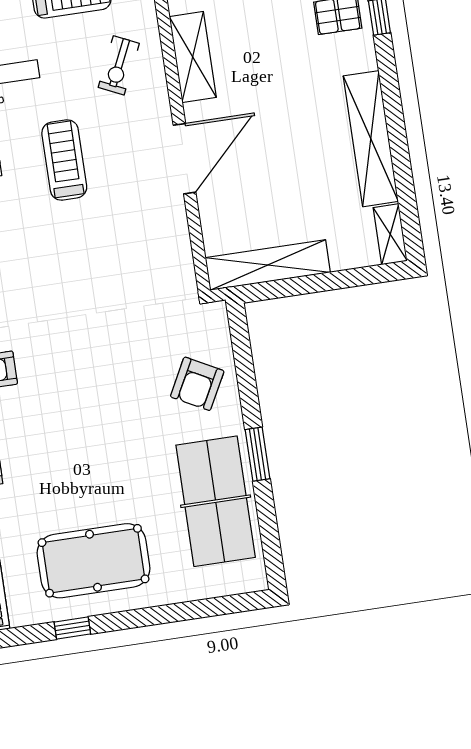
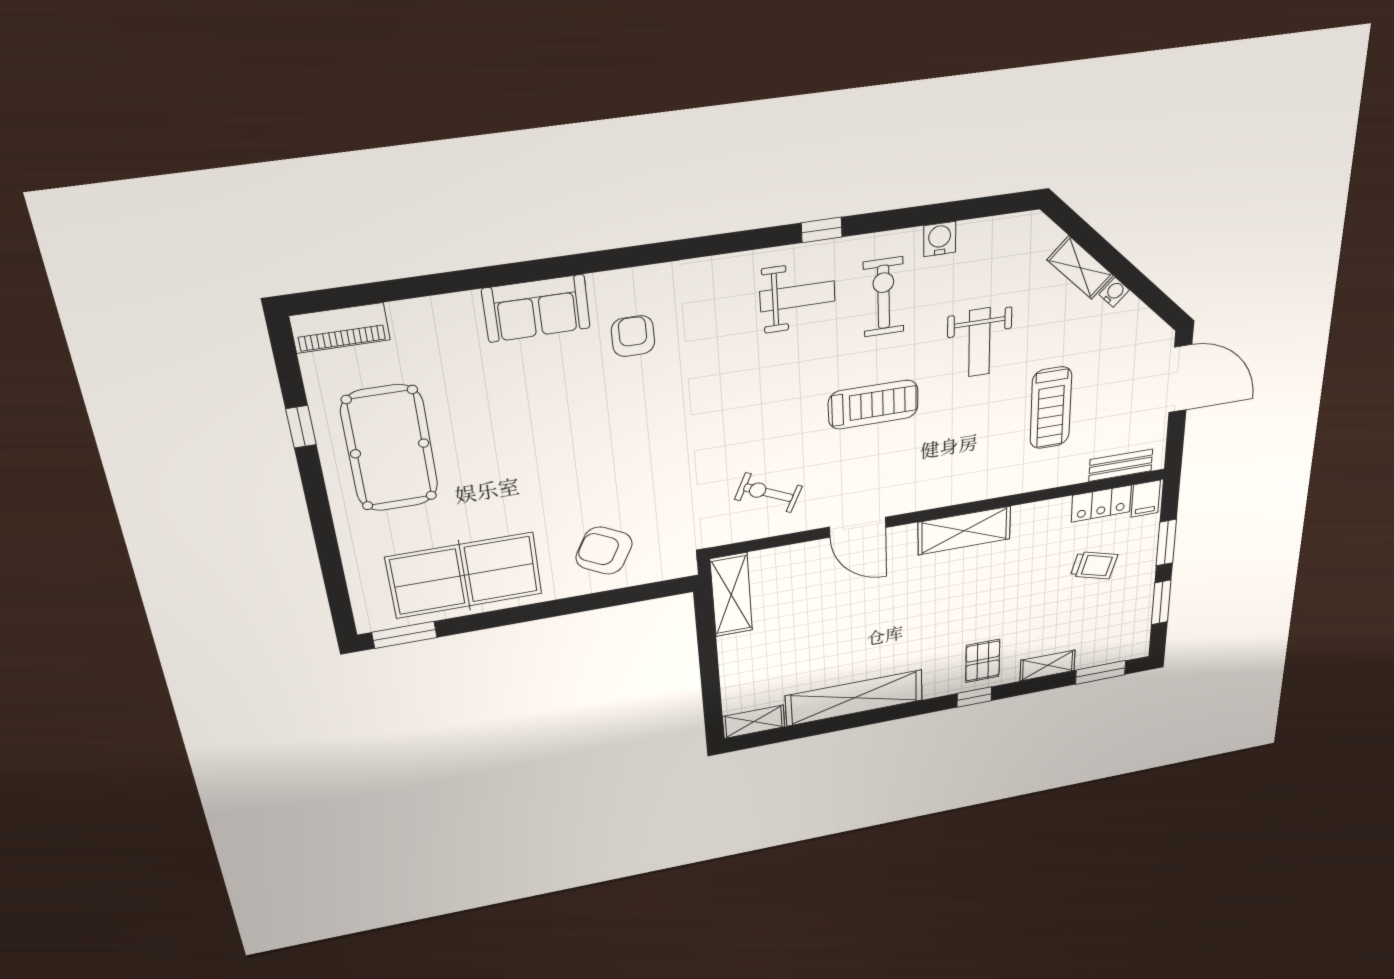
exercise bike: (119, 65) -> (768, 493), moved
door: (185, 159) -> (858, 527), width x0.73
shelving: (268, 265) -> (731, 595), width x0.68
window: (258, 454) -> (404, 635), moved

